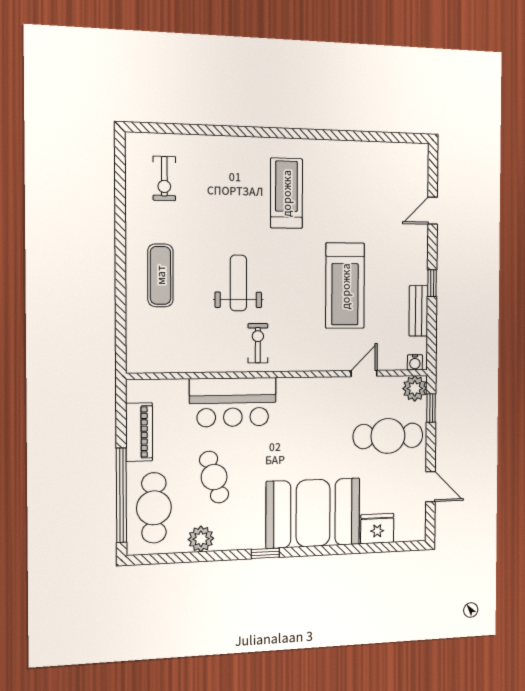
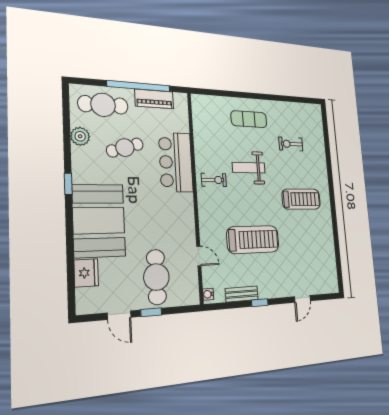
exercise bike: (164, 178) -> (291, 144), moved
door: (433, 211) -> (302, 299), swing flipped
weight bench: (238, 283) -> (249, 168), turned 180
treadmill: (345, 286) -> (253, 240), turned 180
plant: (415, 388) -> (191, 296), removed
window: (431, 408) -> (151, 312), moved
door: (430, 487) -> (119, 315), hinge flipped
window: (121, 495) -> (139, 86), moved

